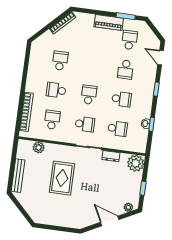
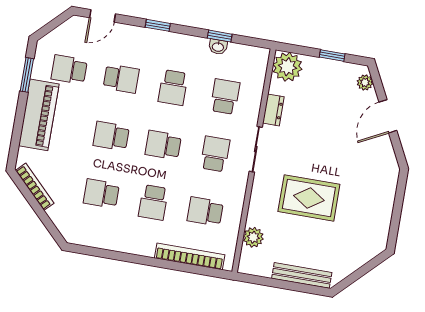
piano: (109, 22) -> (39, 115), width x1.37, depth x1.33
school desk: (93, 65) -> (111, 136), added
school desk: (122, 99) -> (173, 88), turned 180

